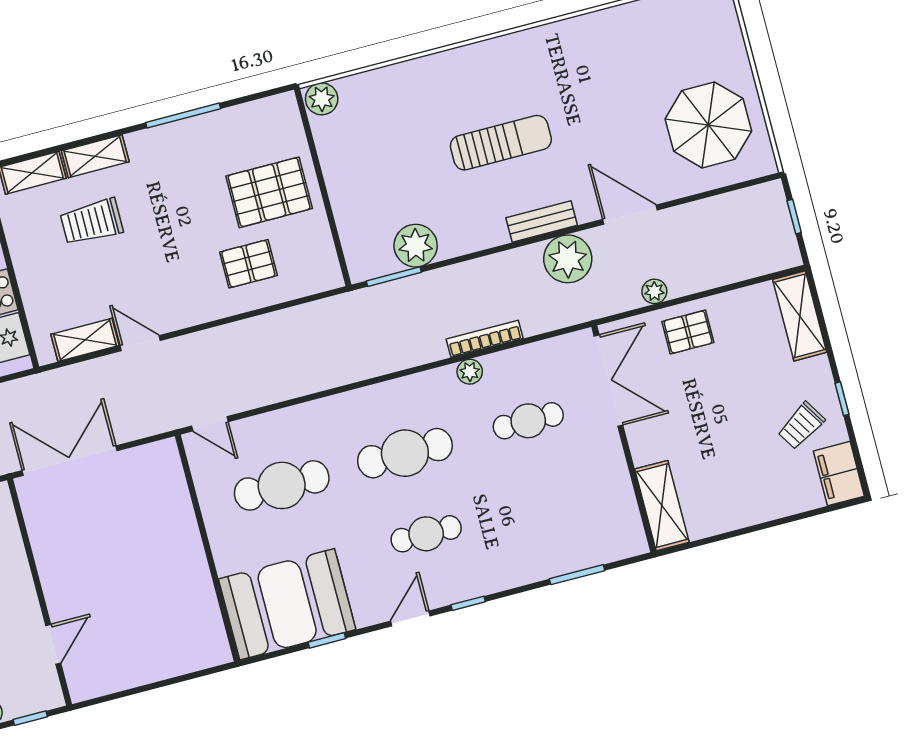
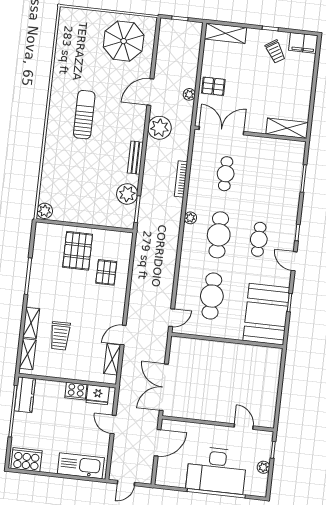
sun lounger: (501, 143) -> (84, 115), moved
bench: (542, 222) -> (135, 158), moved
pallet: (688, 332) -> (213, 86), turned 90
plant: (470, 372) -> (190, 218), moved

